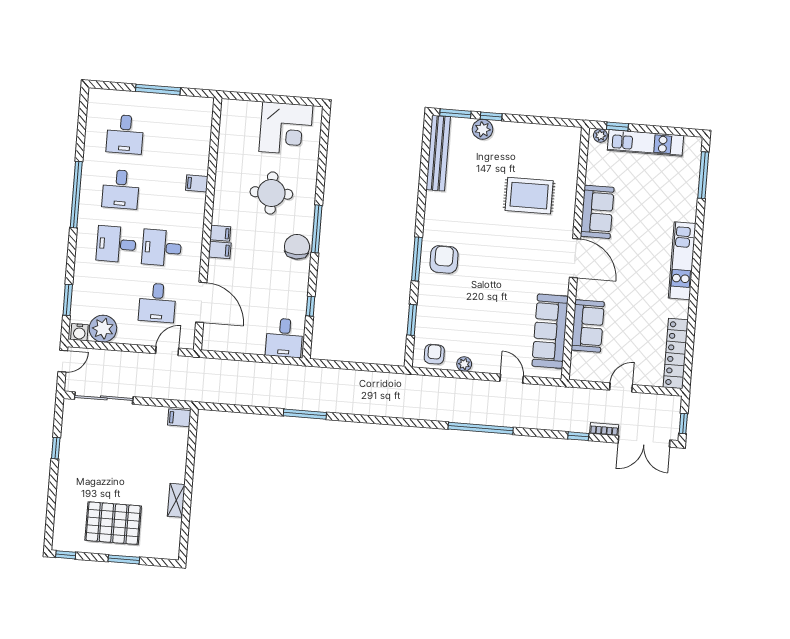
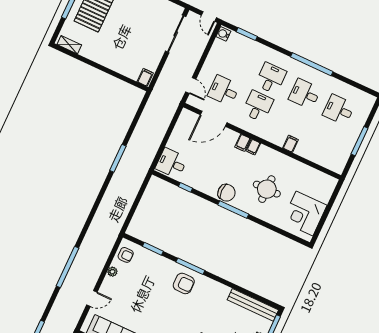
plant: (103, 329) -> (220, 50), removed
shelving: (176, 500) -> (69, 45), moved

